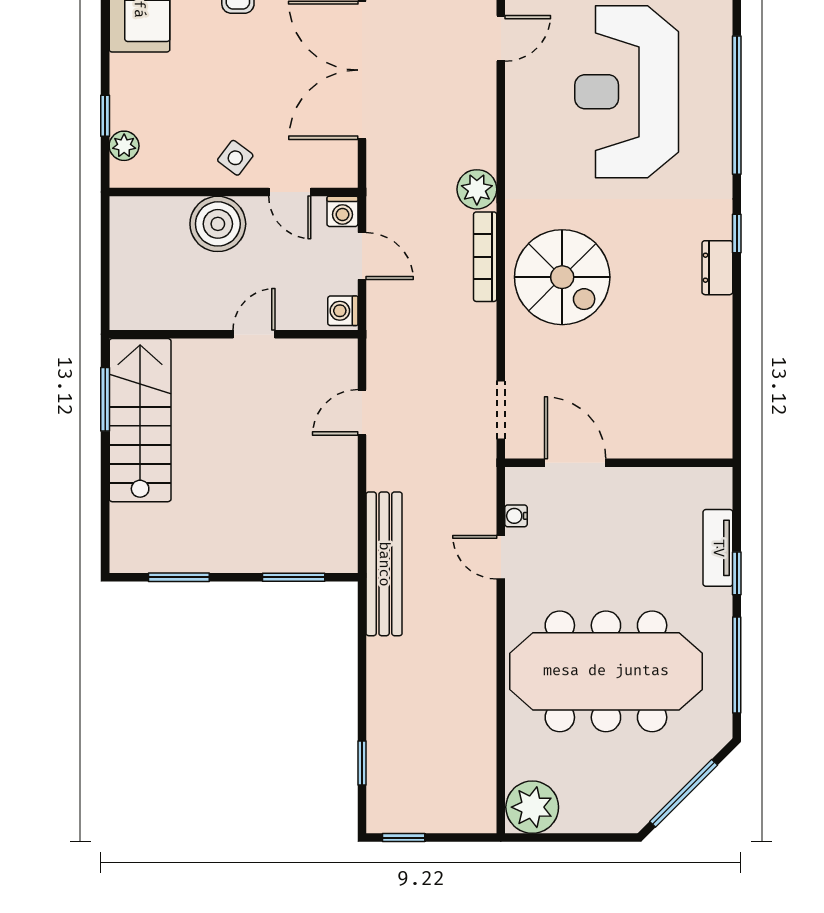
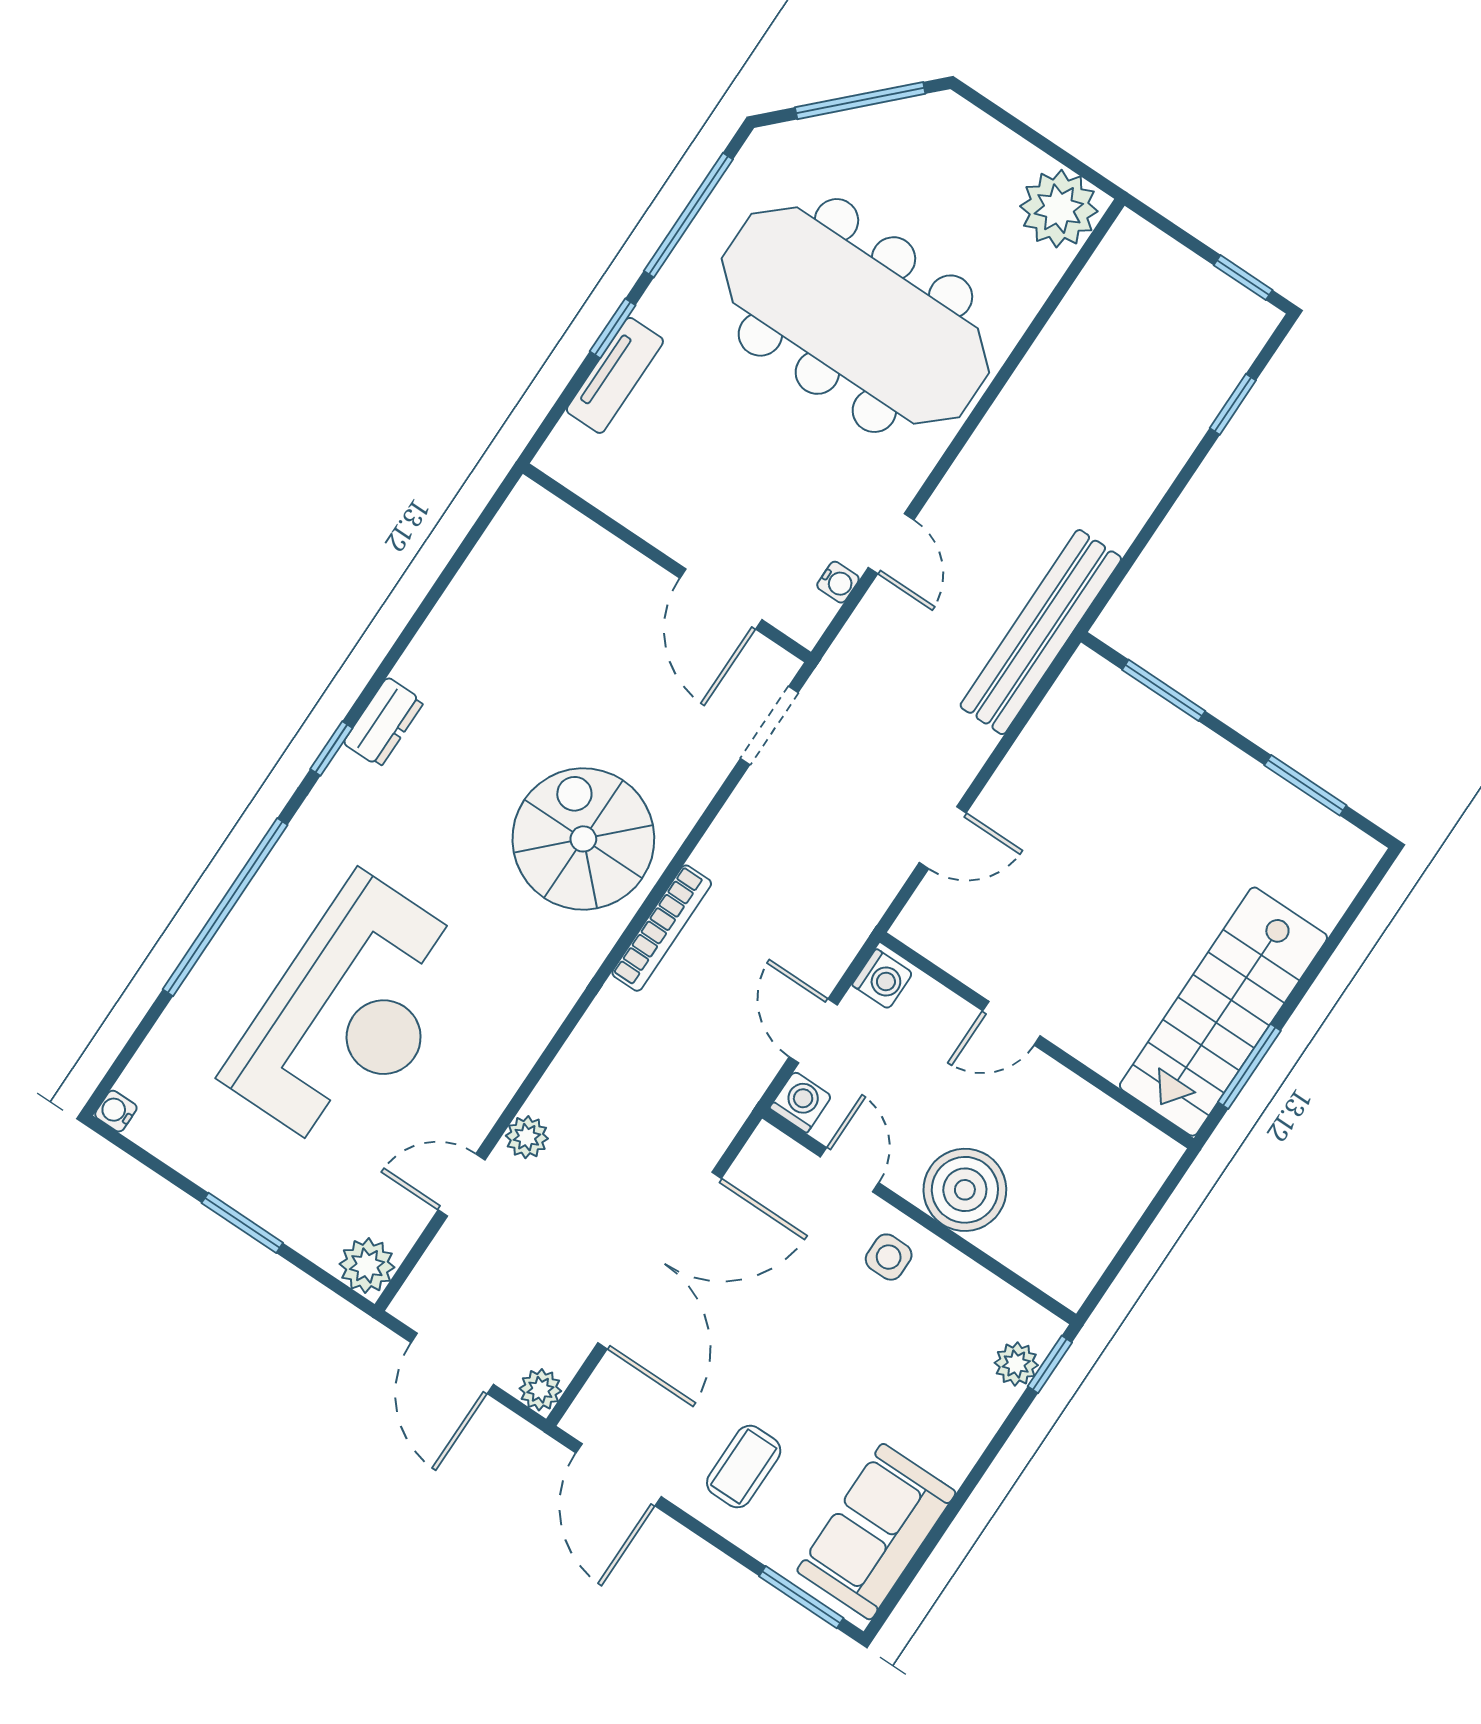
window: (105, 116) -> (1050, 1364), moved
side table: (235, 158) -> (889, 1257), turned -37
plant: (477, 189) -> (527, 1137), moved, width x0.73, depth x0.73

